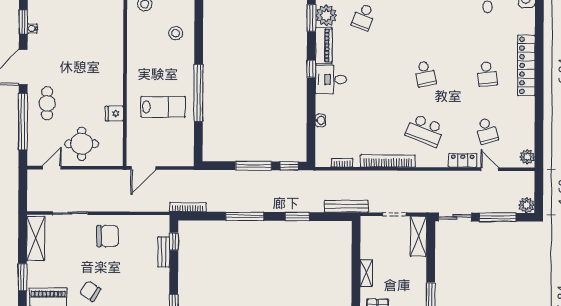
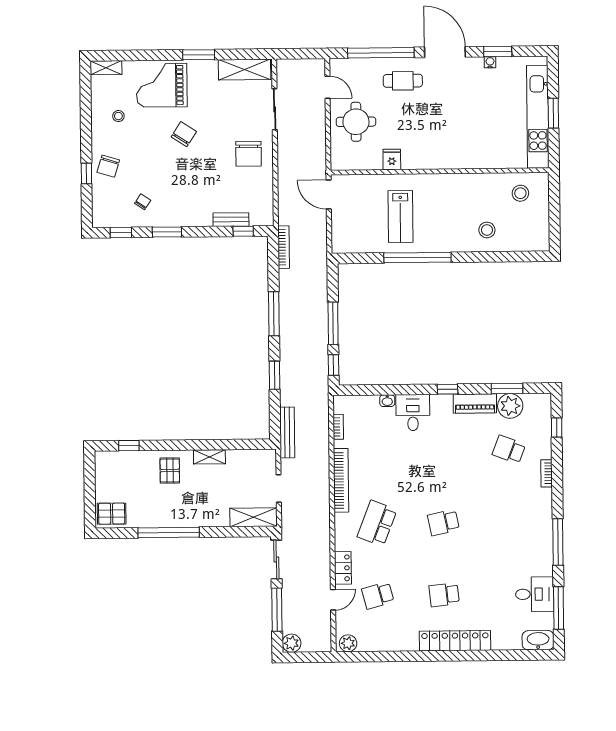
desk: (331, 79) -> (413, 413), moved

